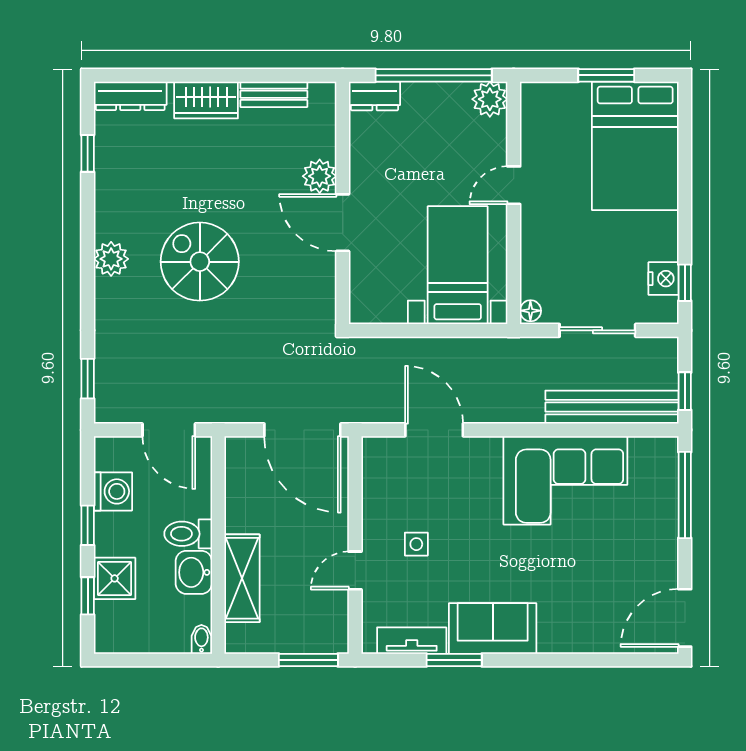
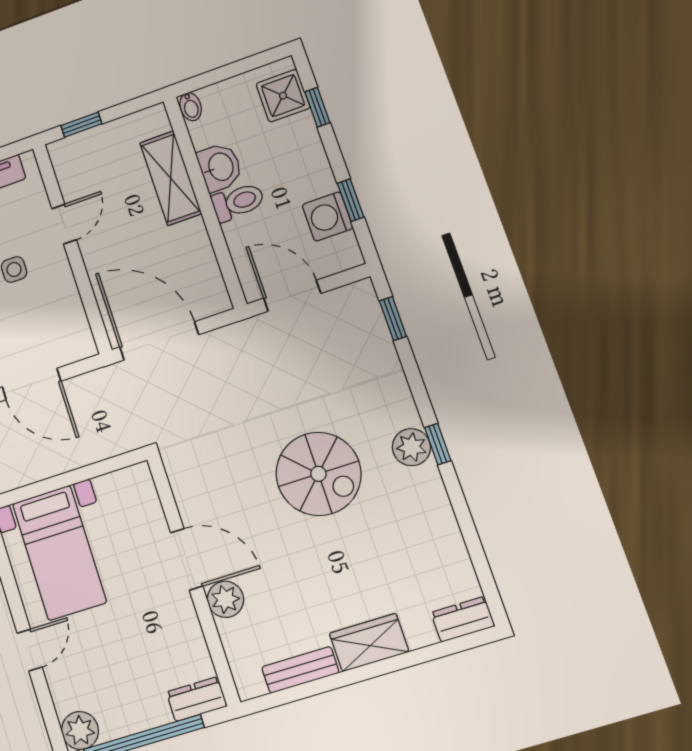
dresser: (130, 96) -> (463, 619), width x0.70
window: (88, 153) -> (438, 444), moved
window: (88, 525) -> (351, 200), moved
shower: (115, 578) -> (283, 96), moved
window: (308, 660) -> (81, 125), width x0.67

